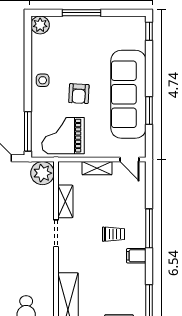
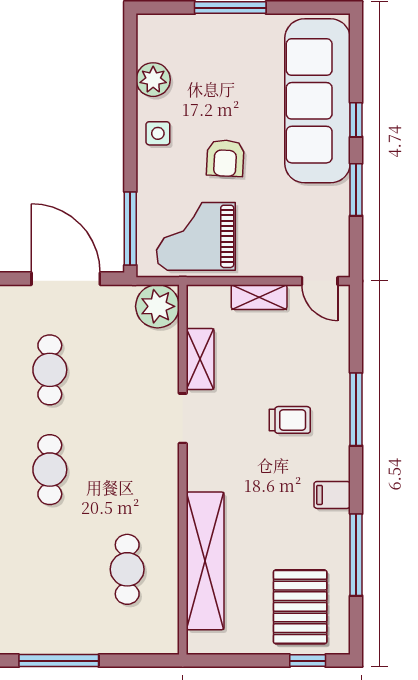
plant: (40, 25) -> (153, 80), moved
window: (149, 31) -> (356, 120), moved
sofa: (128, 94) -> (318, 101), moved
filing cabinet: (136, 256) -> (332, 495), moved

